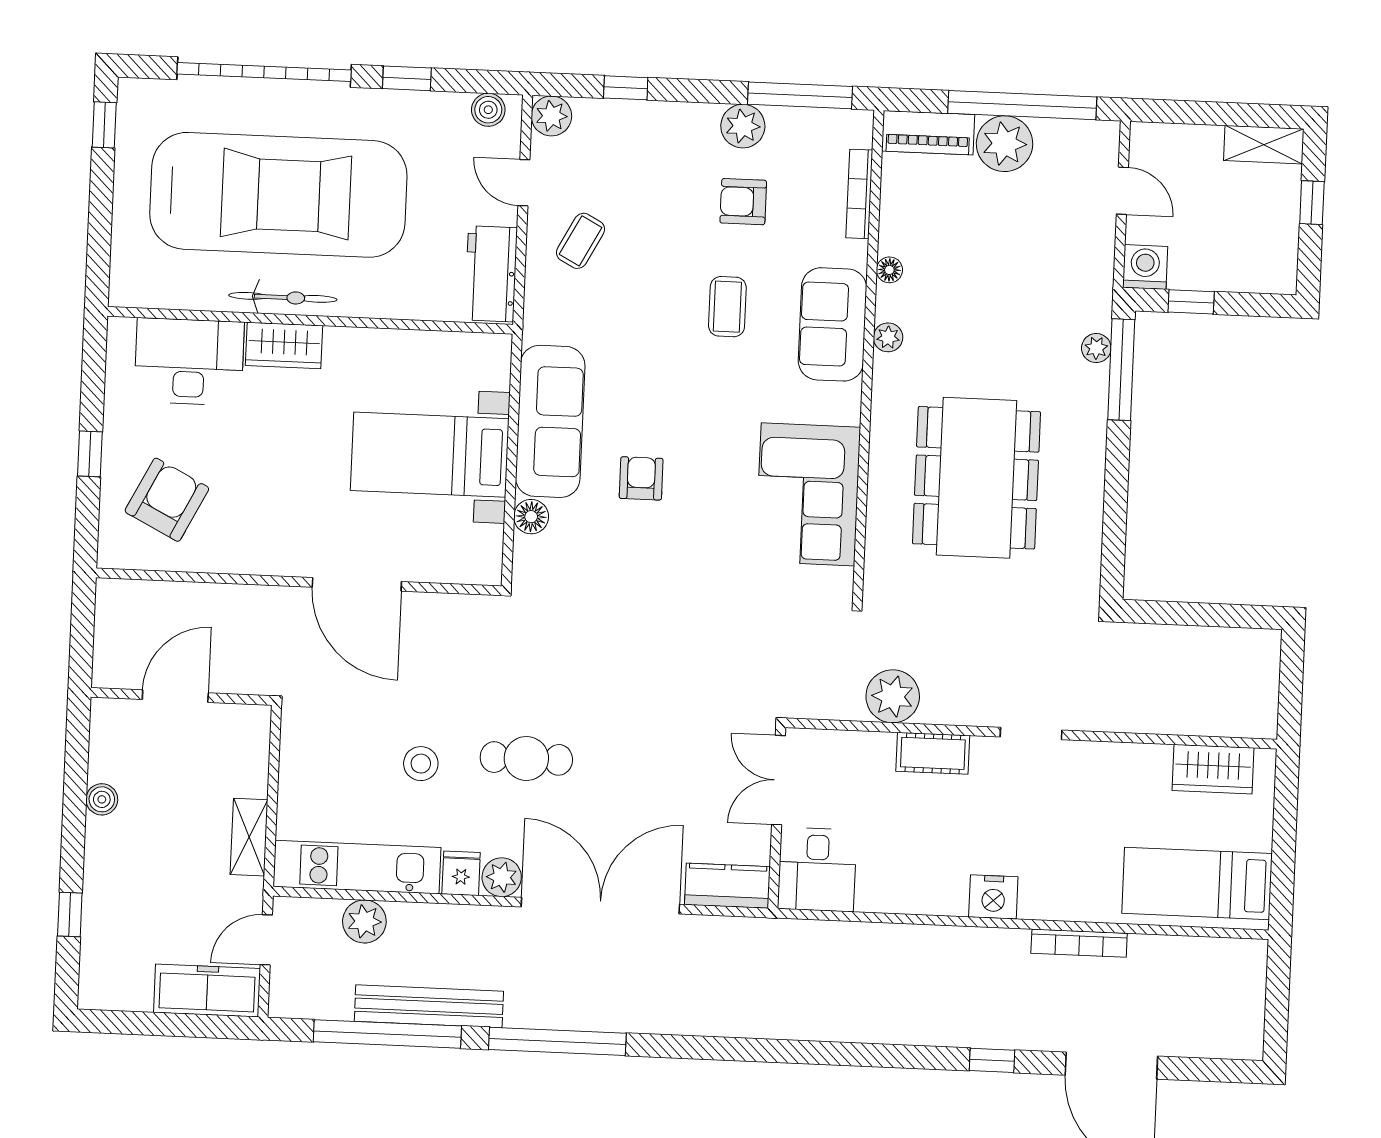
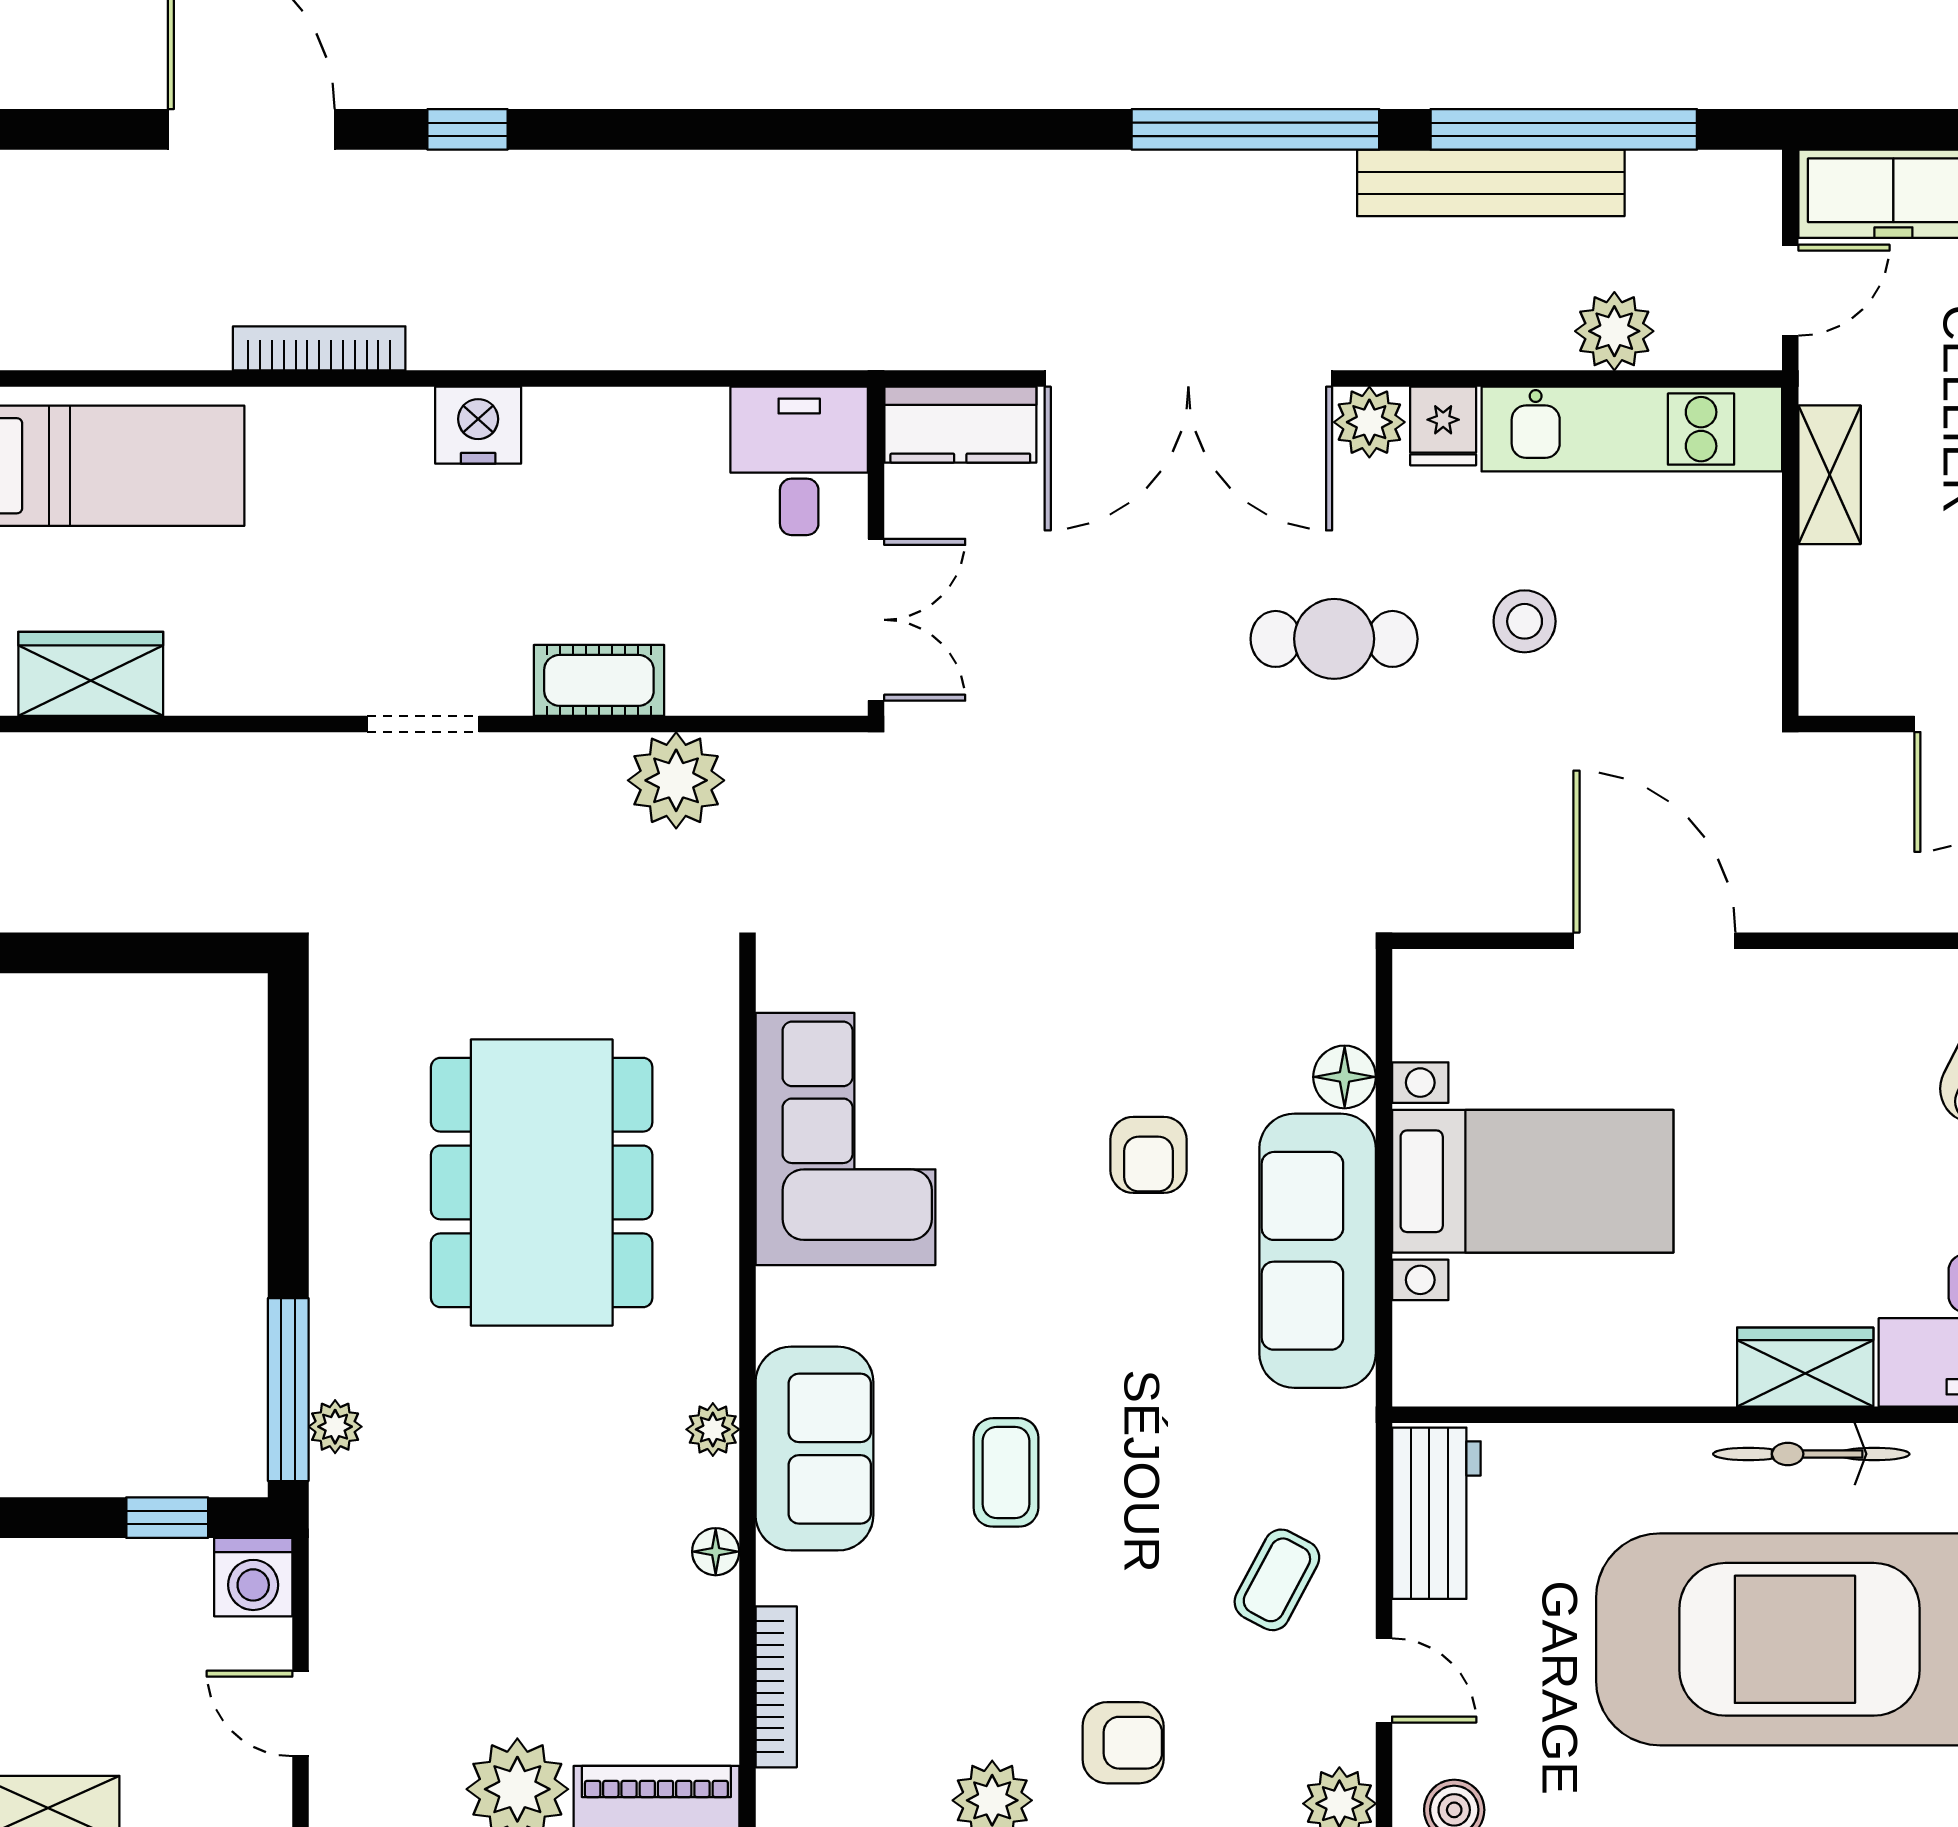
armchair: (743, 202) -> (1123, 1743), moved

